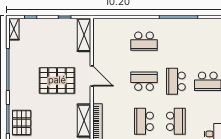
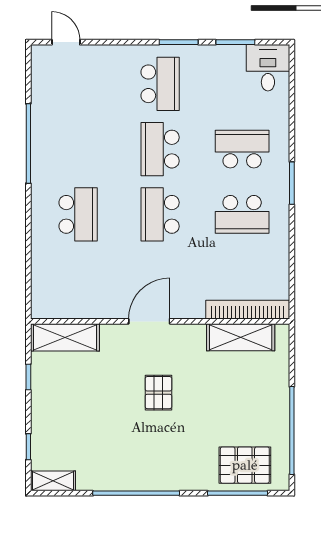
pallet: (57, 80) -> (158, 393), width x0.49, depth x0.50
school desk: (176, 81) -> (160, 149), turned 90

